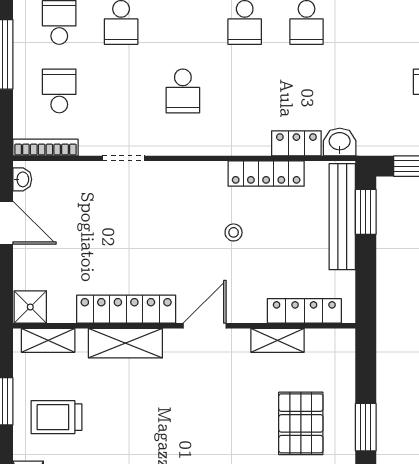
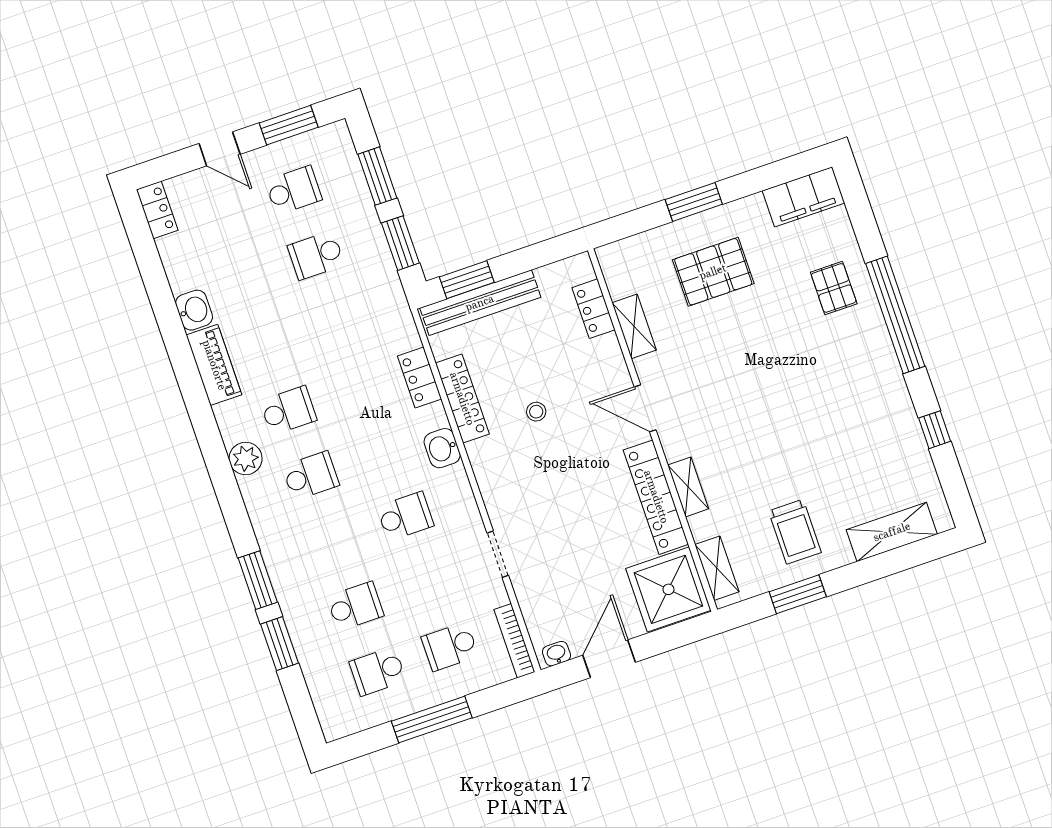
washbasin: (340, 142) -> (442, 448), moved
shower: (30, 307) -> (668, 589), width x1.86, depth x1.86
locker: (304, 311) -> (593, 309), width x0.66
shelving: (125, 343) -> (688, 487), width x0.67, depth x0.75

